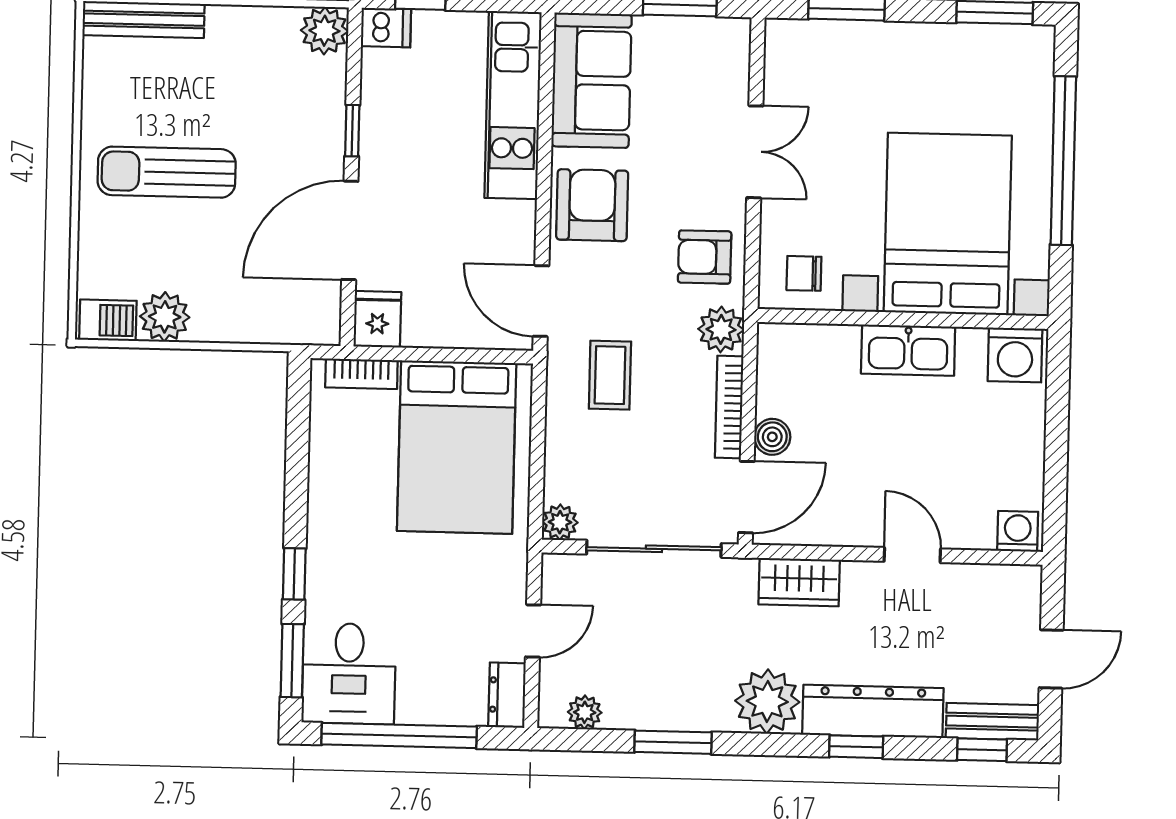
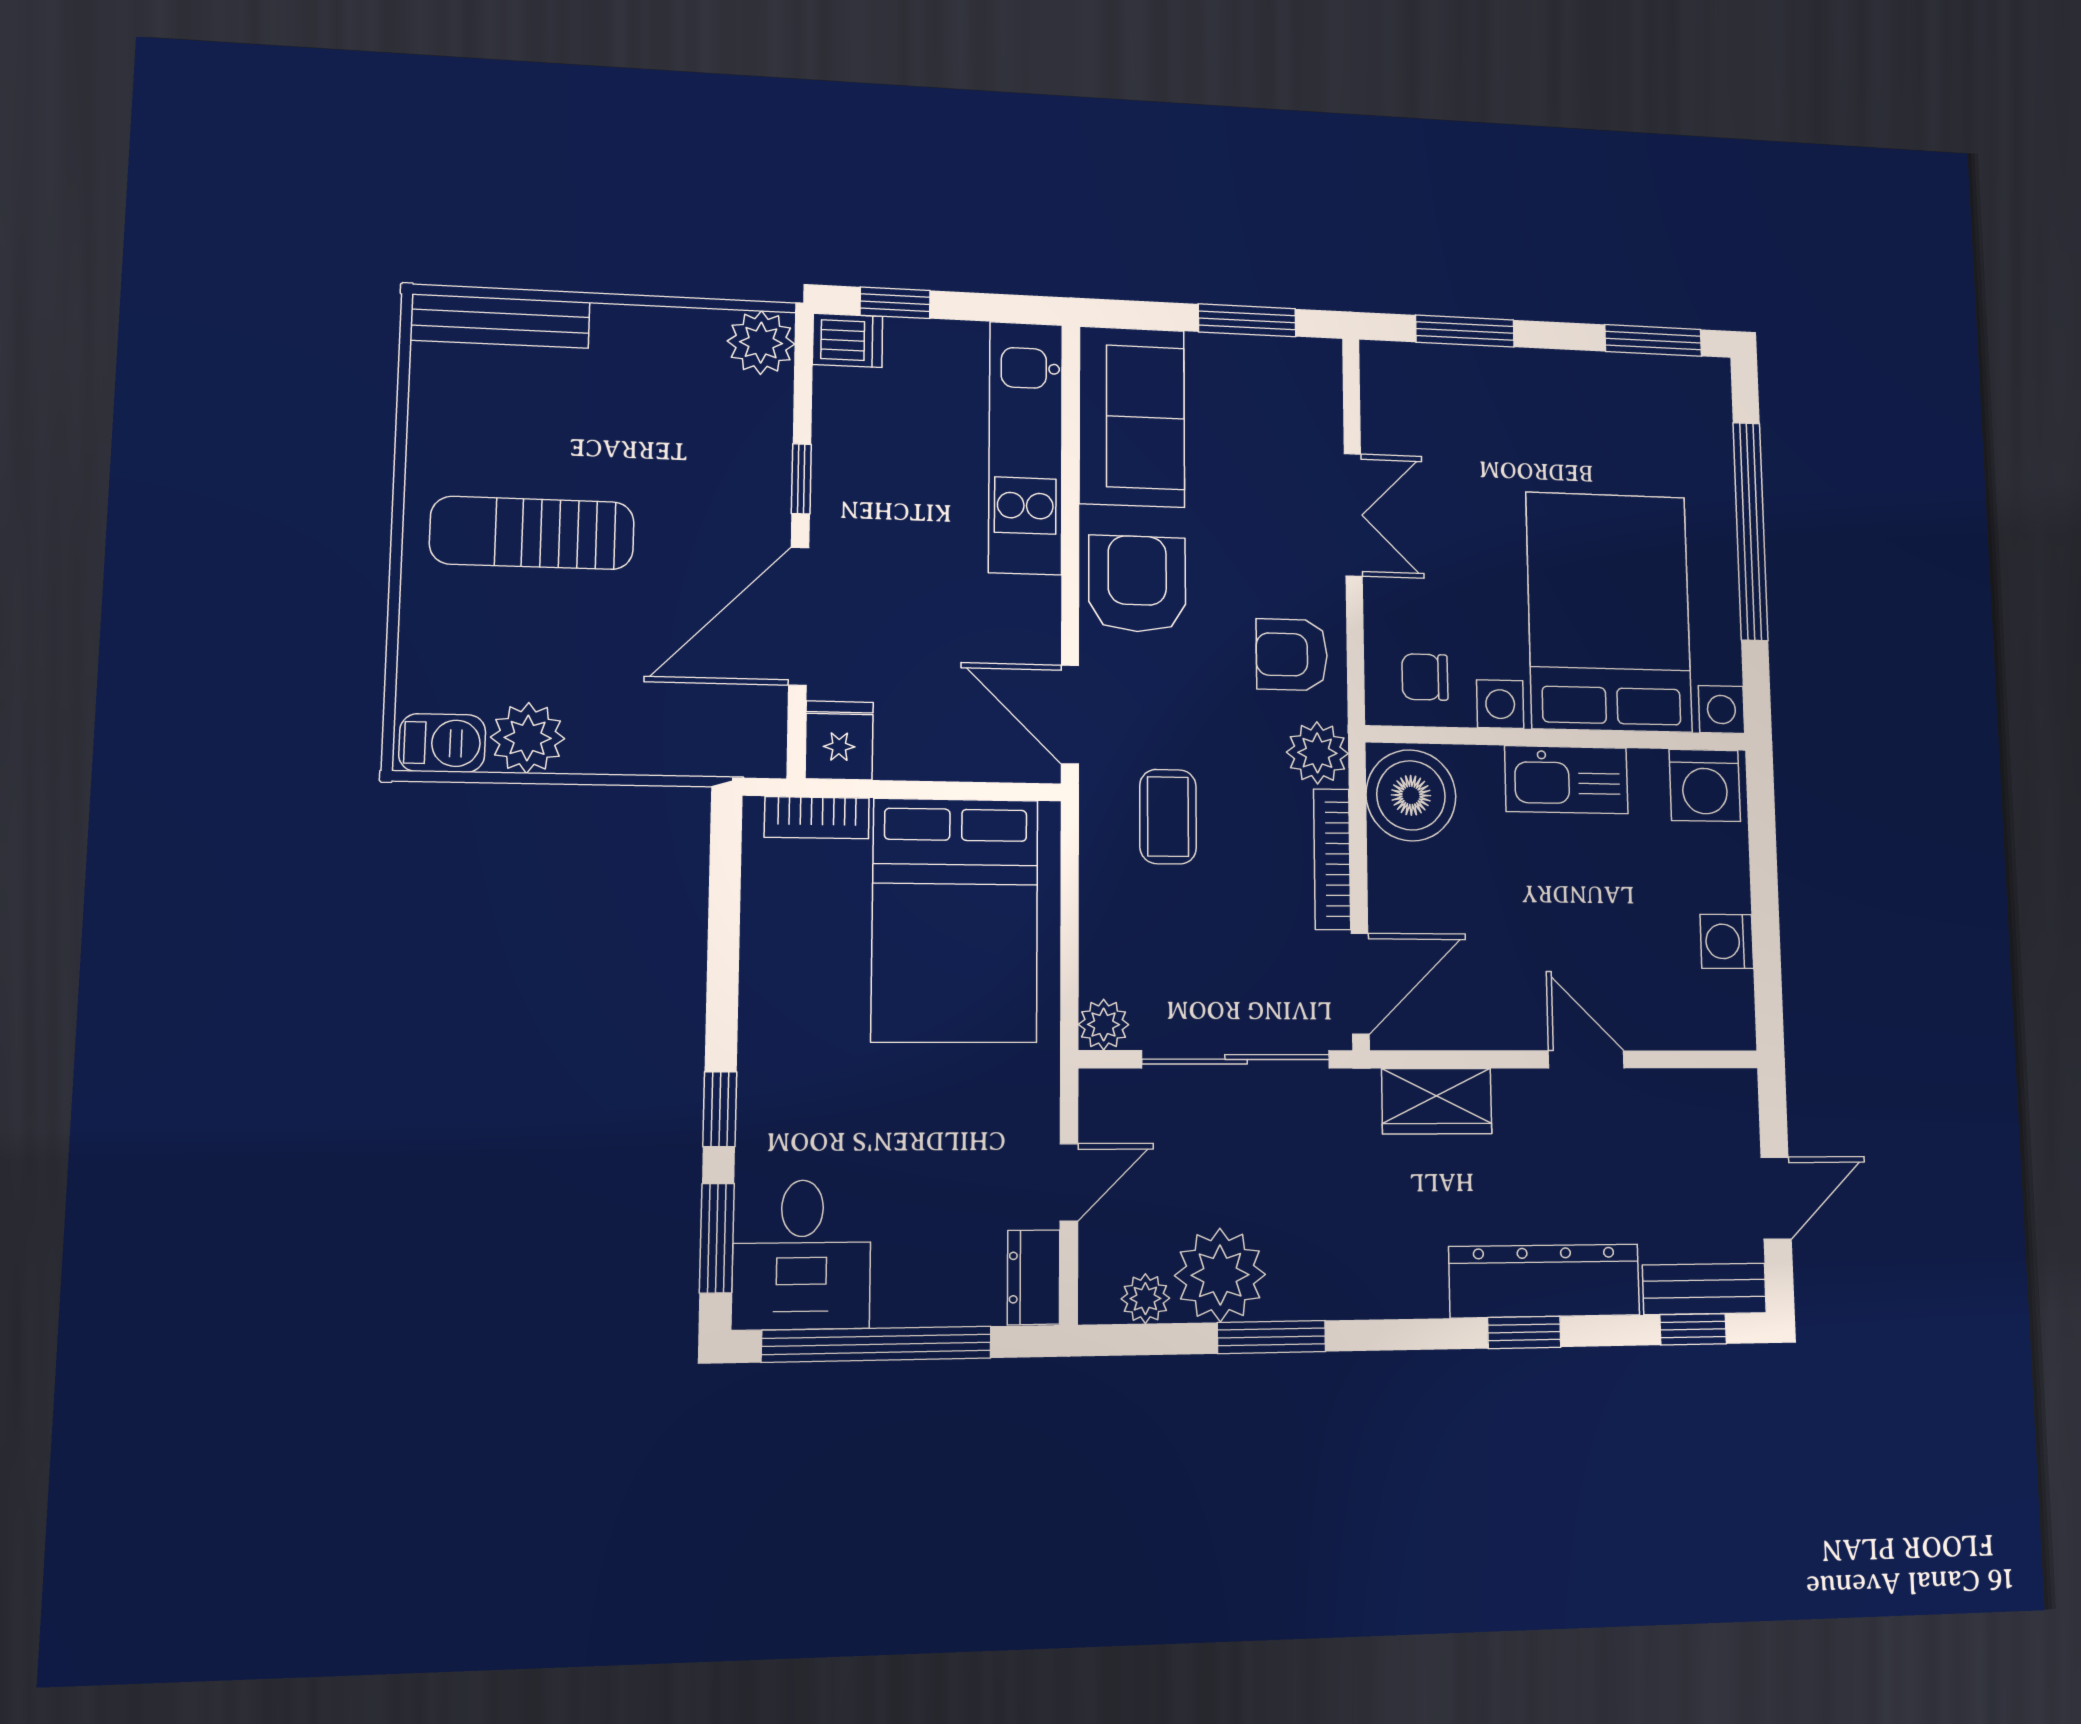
boiler: (772, 437) -> (1411, 795), moved, width x1.86, depth x1.86
washing machine: (1018, 531) -> (1727, 941), moved, turned -90
plant: (767, 701) -> (1220, 1275), moved

